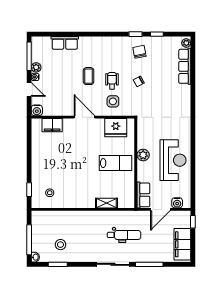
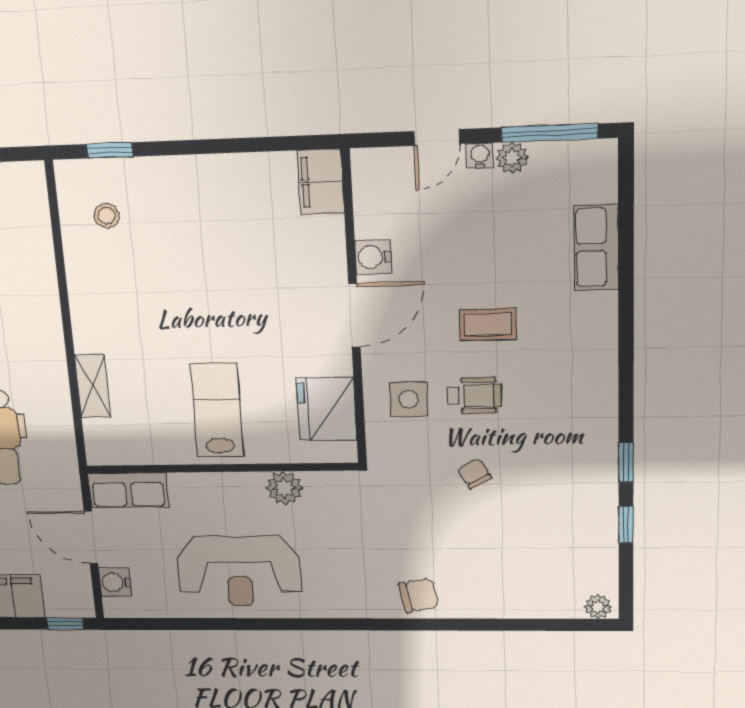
chair: (139, 52) -> (419, 595), moved
row of seats: (185, 66) -> (525, 603), removed
water cooler: (37, 110) -> (373, 257), moved
filing cabinet: (52, 125) -> (321, 182), moved
plant: (143, 155) -> (284, 488), moved
lab bench: (115, 163) -> (217, 410), turned 180

